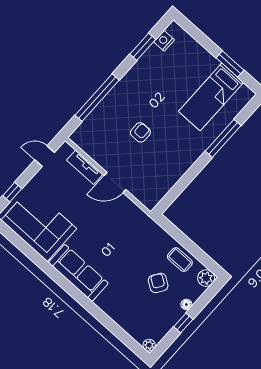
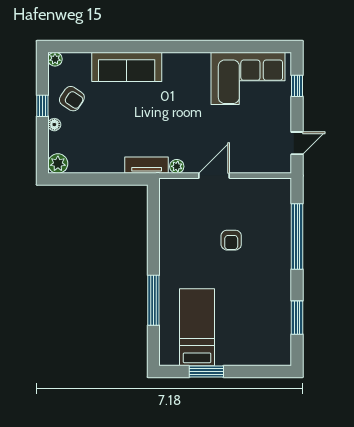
nightstand: (164, 41) -> (283, 340), removed
tv unit: (85, 167) -> (147, 165), moved
plant: (133, 209) -> (177, 166), added
coffee table: (180, 260) -> (96, 159), removed
sofa: (78, 273) -> (127, 67), moved
armchair: (158, 283) -> (72, 99), moved

